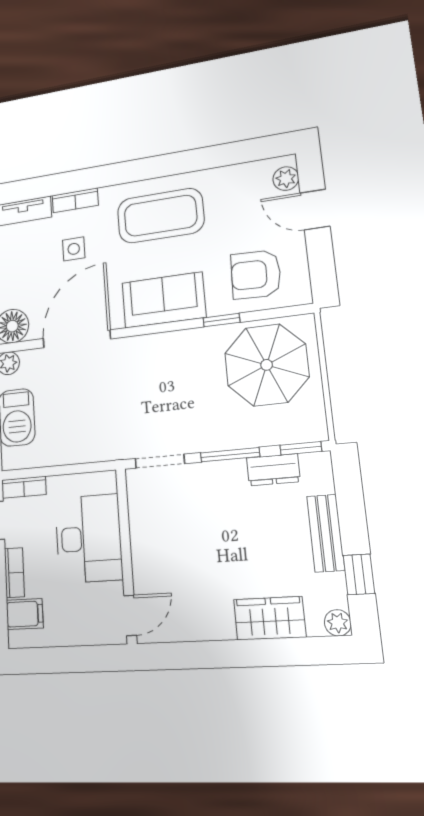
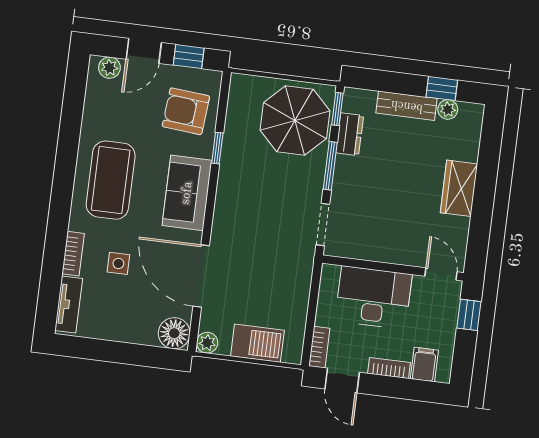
window: (321, 260) -> (189, 57), added
armchair: (256, 274) -> (186, 111), turned 93
parasol: (267, 365) -> (295, 121), moved
wardrobe: (270, 618) -> (459, 188), moved
plant: (338, 623) -> (448, 109), moved
window: (89, 659) -> (469, 315), added

